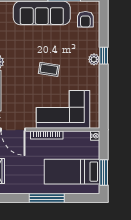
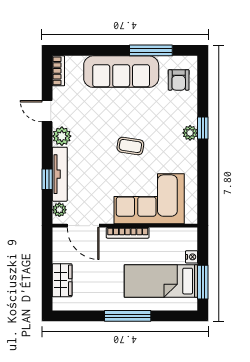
nightstand: (95, 136) -> (192, 257), moved

